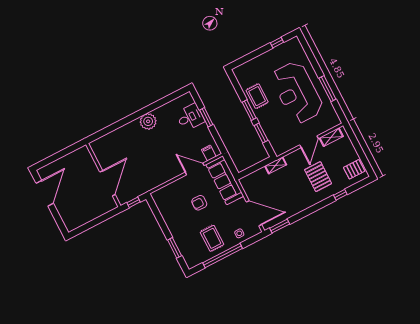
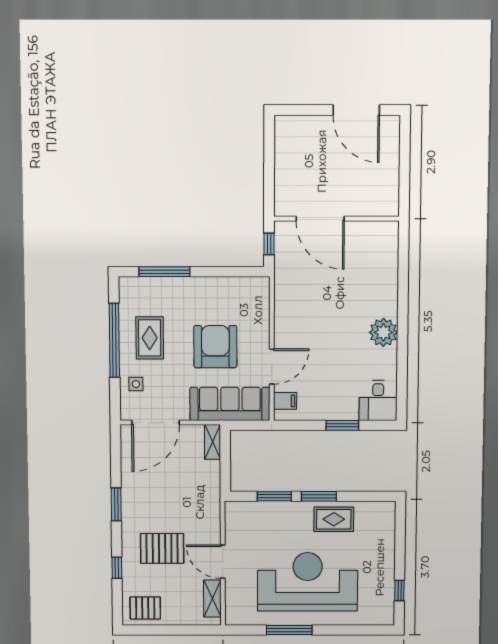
desk: (190, 117) -> (378, 401), moved
shelving: (276, 165) -> (213, 442), moved
pallet: (354, 169) -> (145, 608), turned 90
armchair: (199, 203) -> (215, 347), width x1.88, depth x1.88
window: (280, 226) -> (116, 504), moved
rug: (212, 238) -> (150, 338), turned 90
window: (175, 248) -> (164, 272), width x1.44

